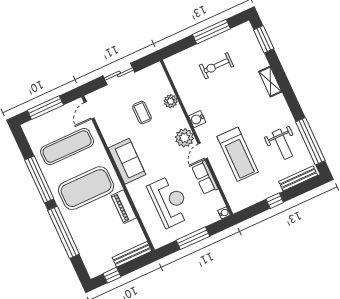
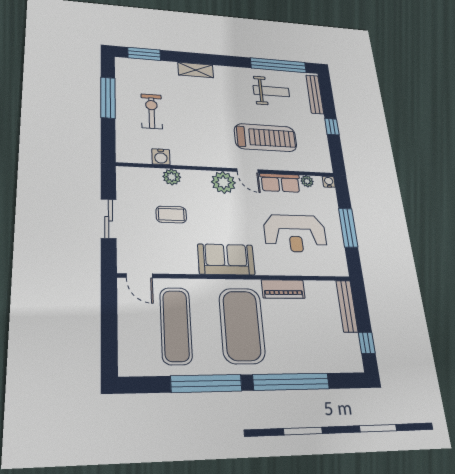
exercise bike: (216, 66) -> (152, 111), turned 180
window: (45, 108) -> (109, 331), removed
water cooler: (197, 119) -> (161, 157), moved
plant: (216, 197) -> (307, 181), added
reception desk: (169, 201) -> (295, 233), turned 180

